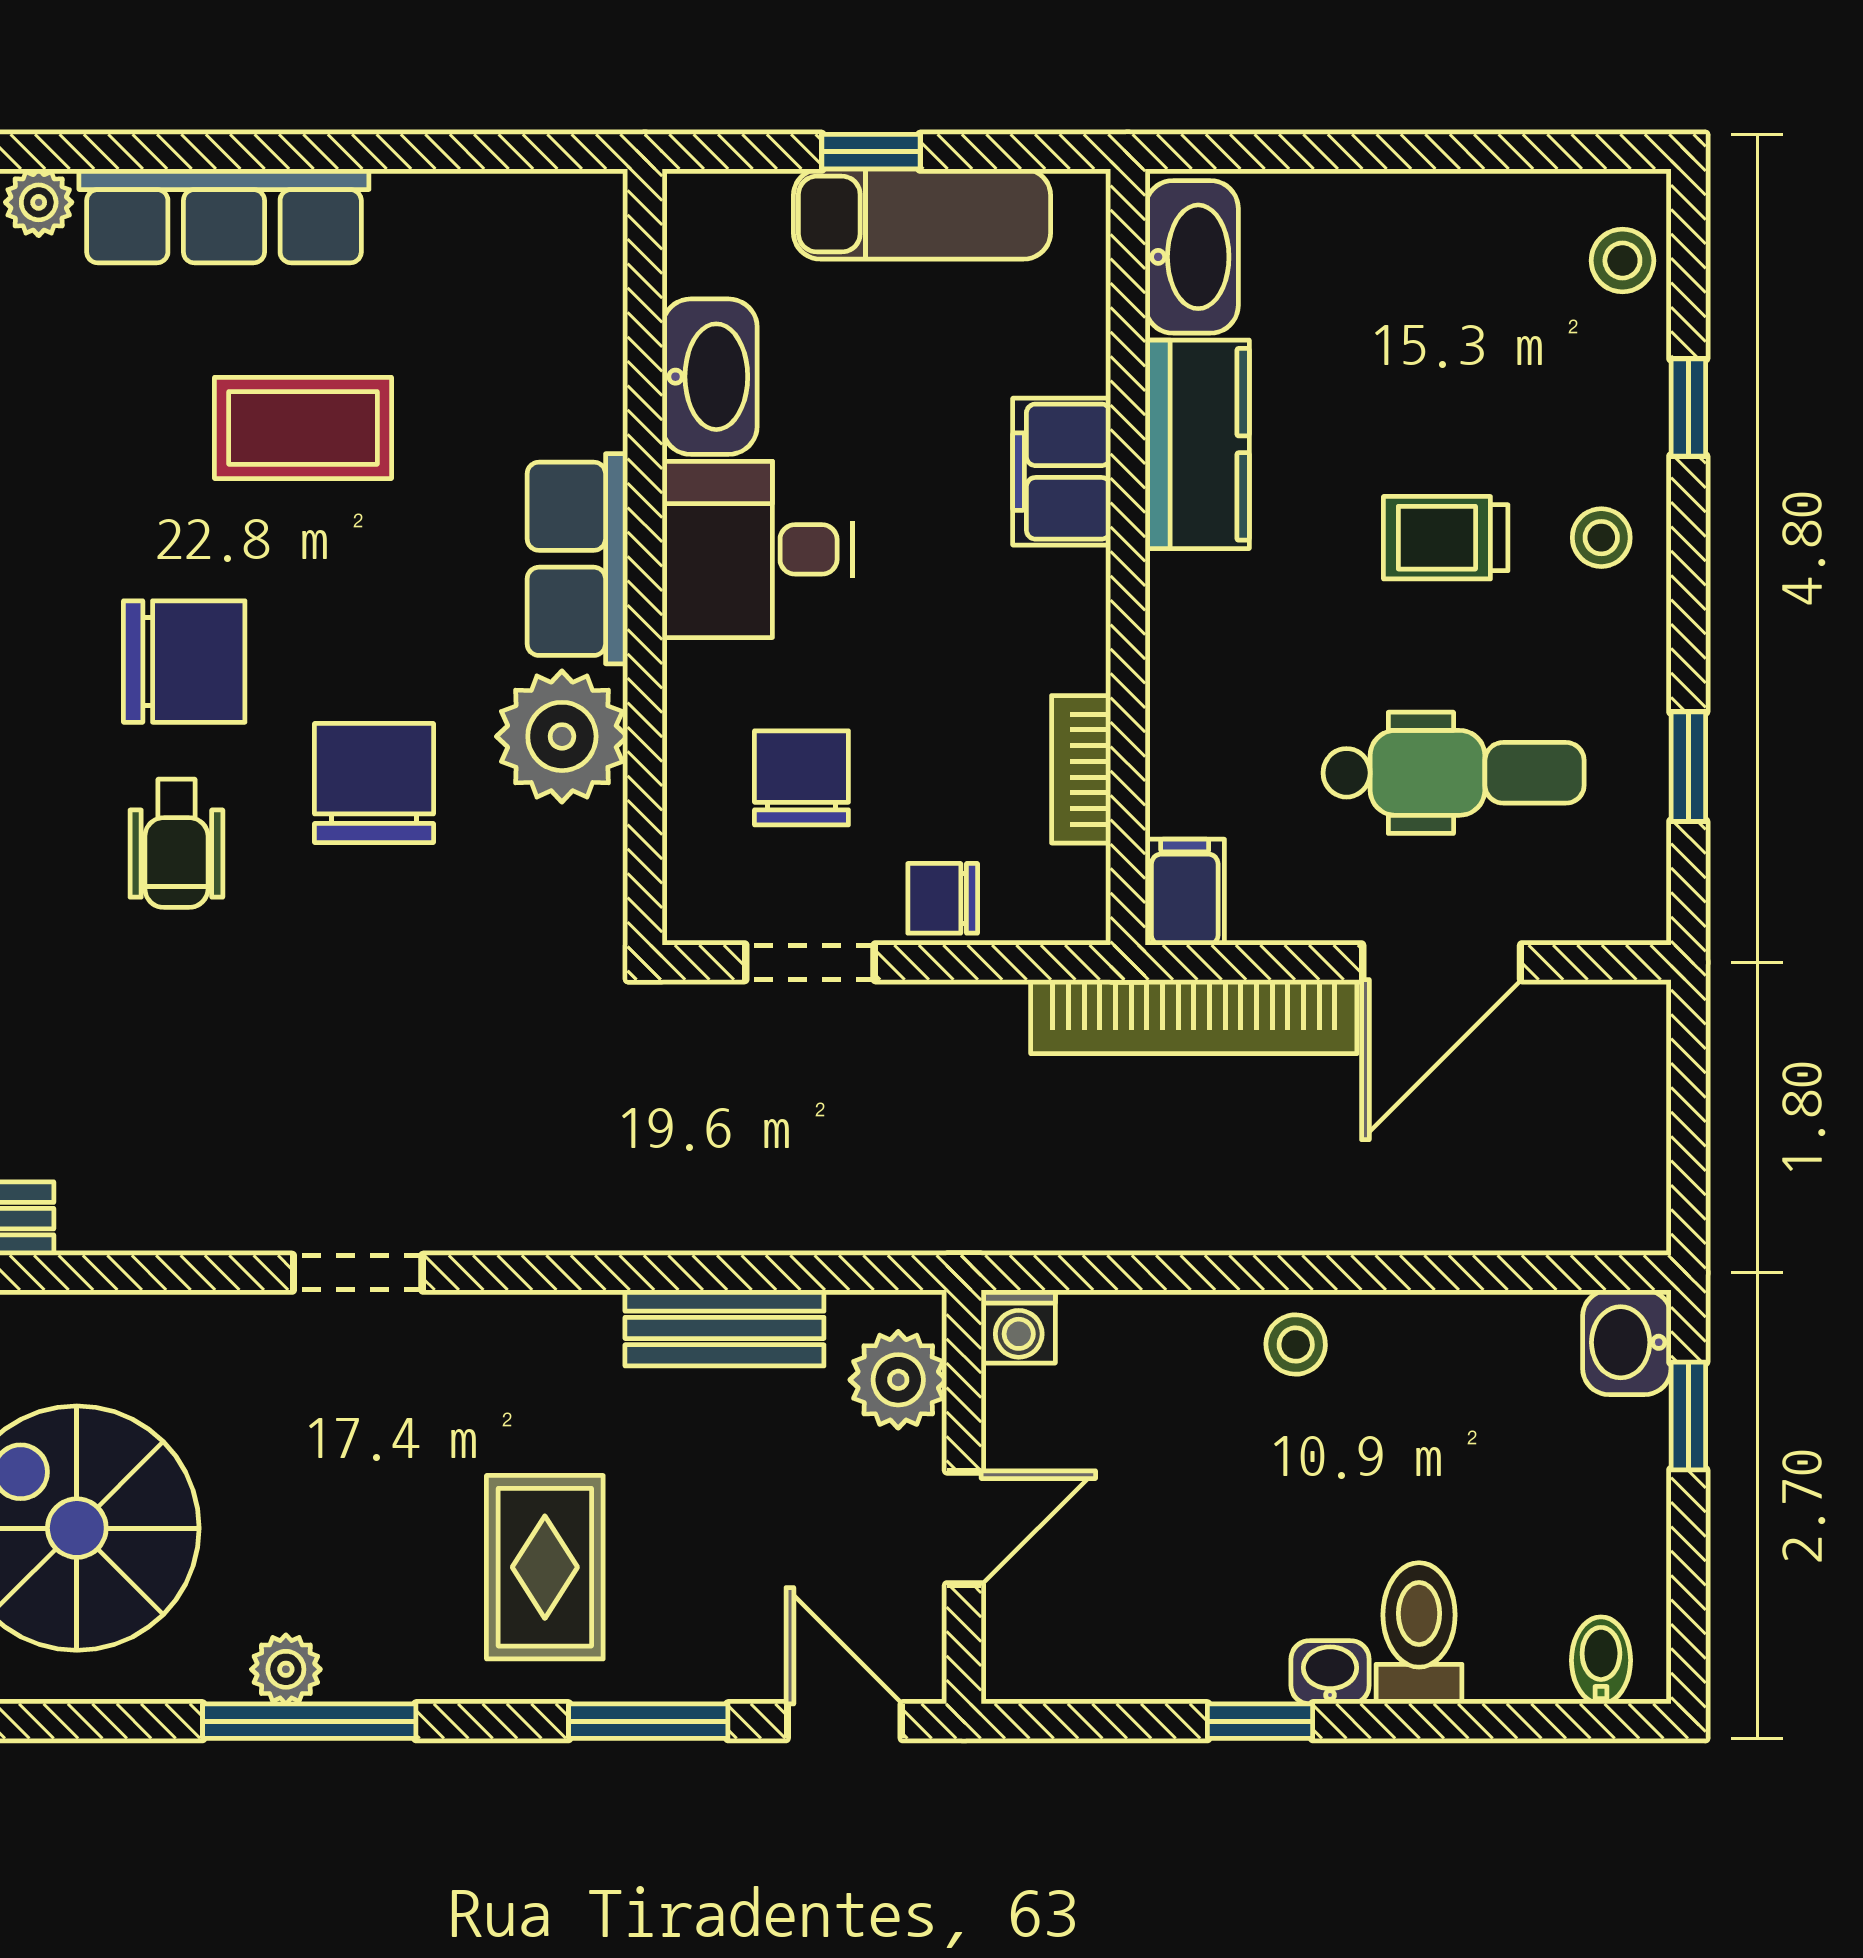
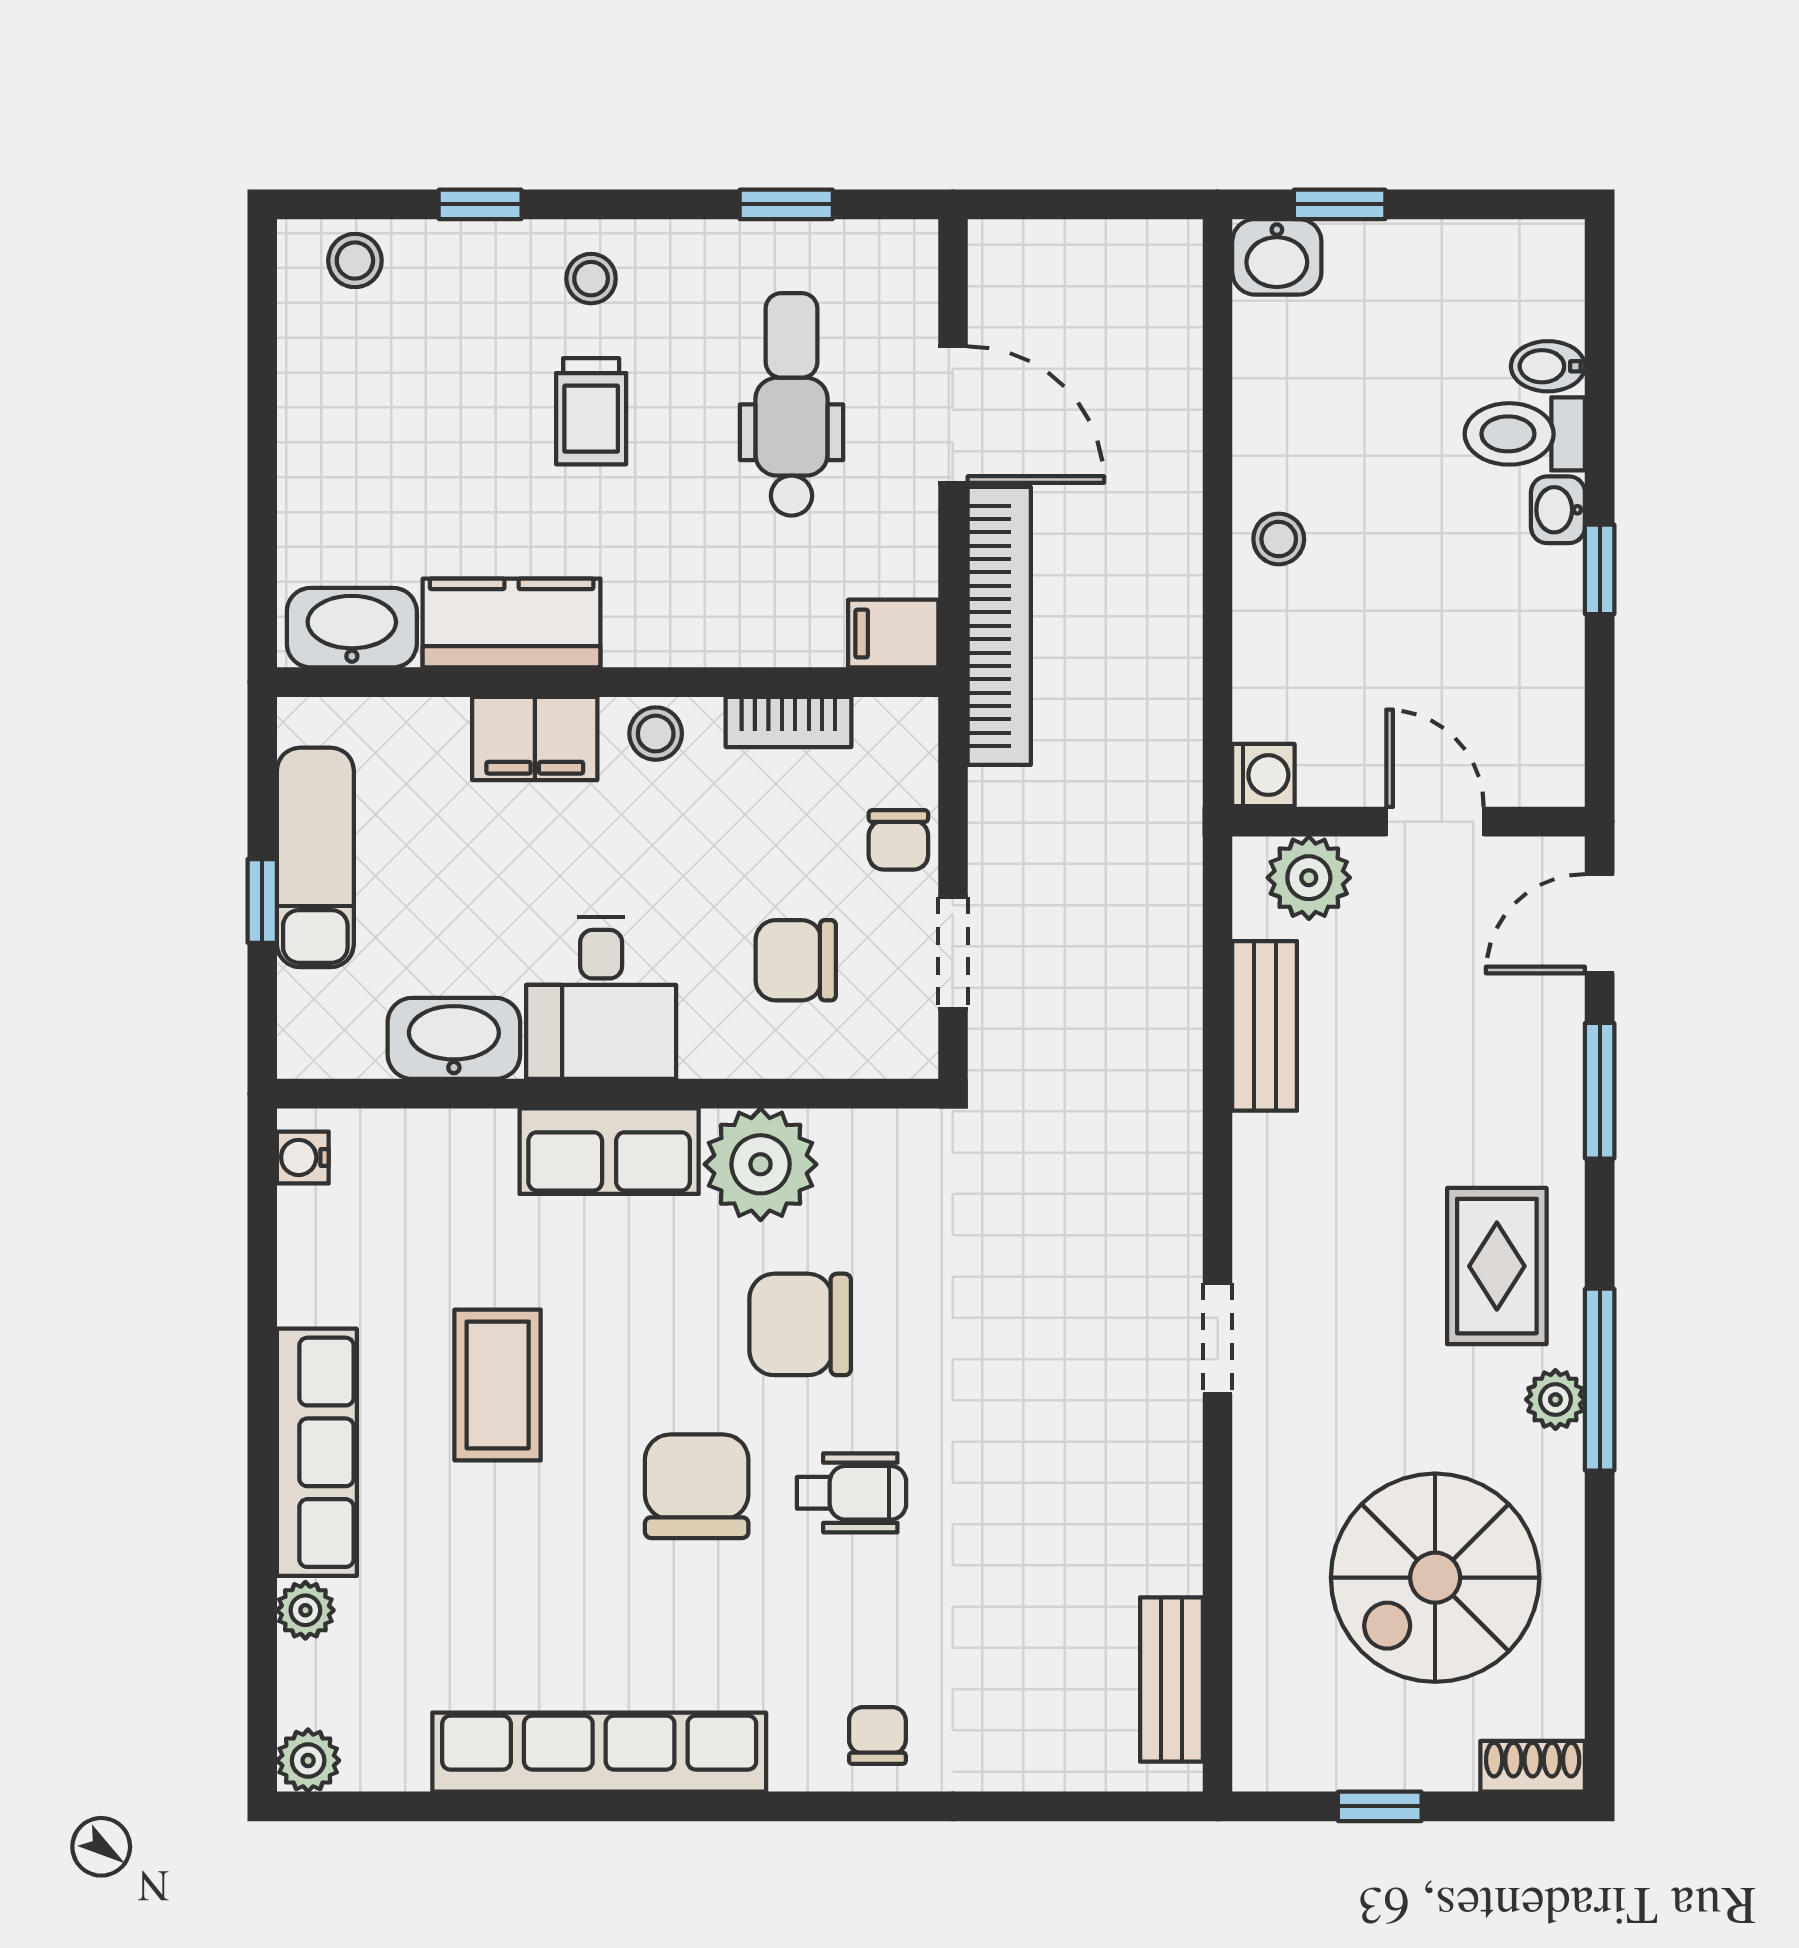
water cooler: (570, 199) -> (303, 1157), added
stool: (1067, 613) -> (656, 734), added
rug: (545, 1567) -> (1497, 1266), moved, turned 90
bidet: (1601, 1660) -> (1548, 366), moved

